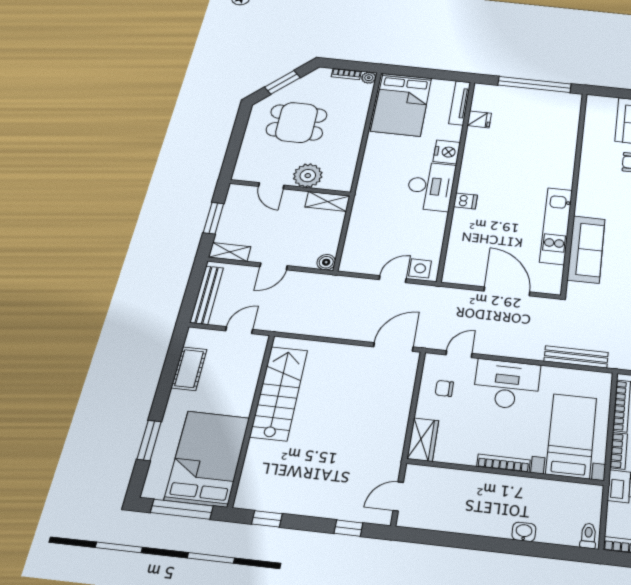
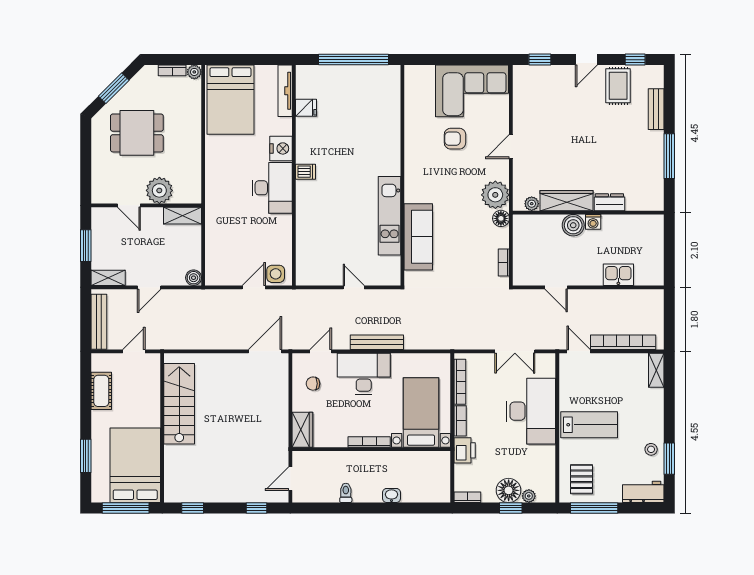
dishwasher: (465, 201) -> (306, 172), moved
door: (507, 291) -> (354, 287), width x0.53
bench: (576, 357) -> (377, 342), moved
toilet: (588, 536) -> (346, 493), moved

